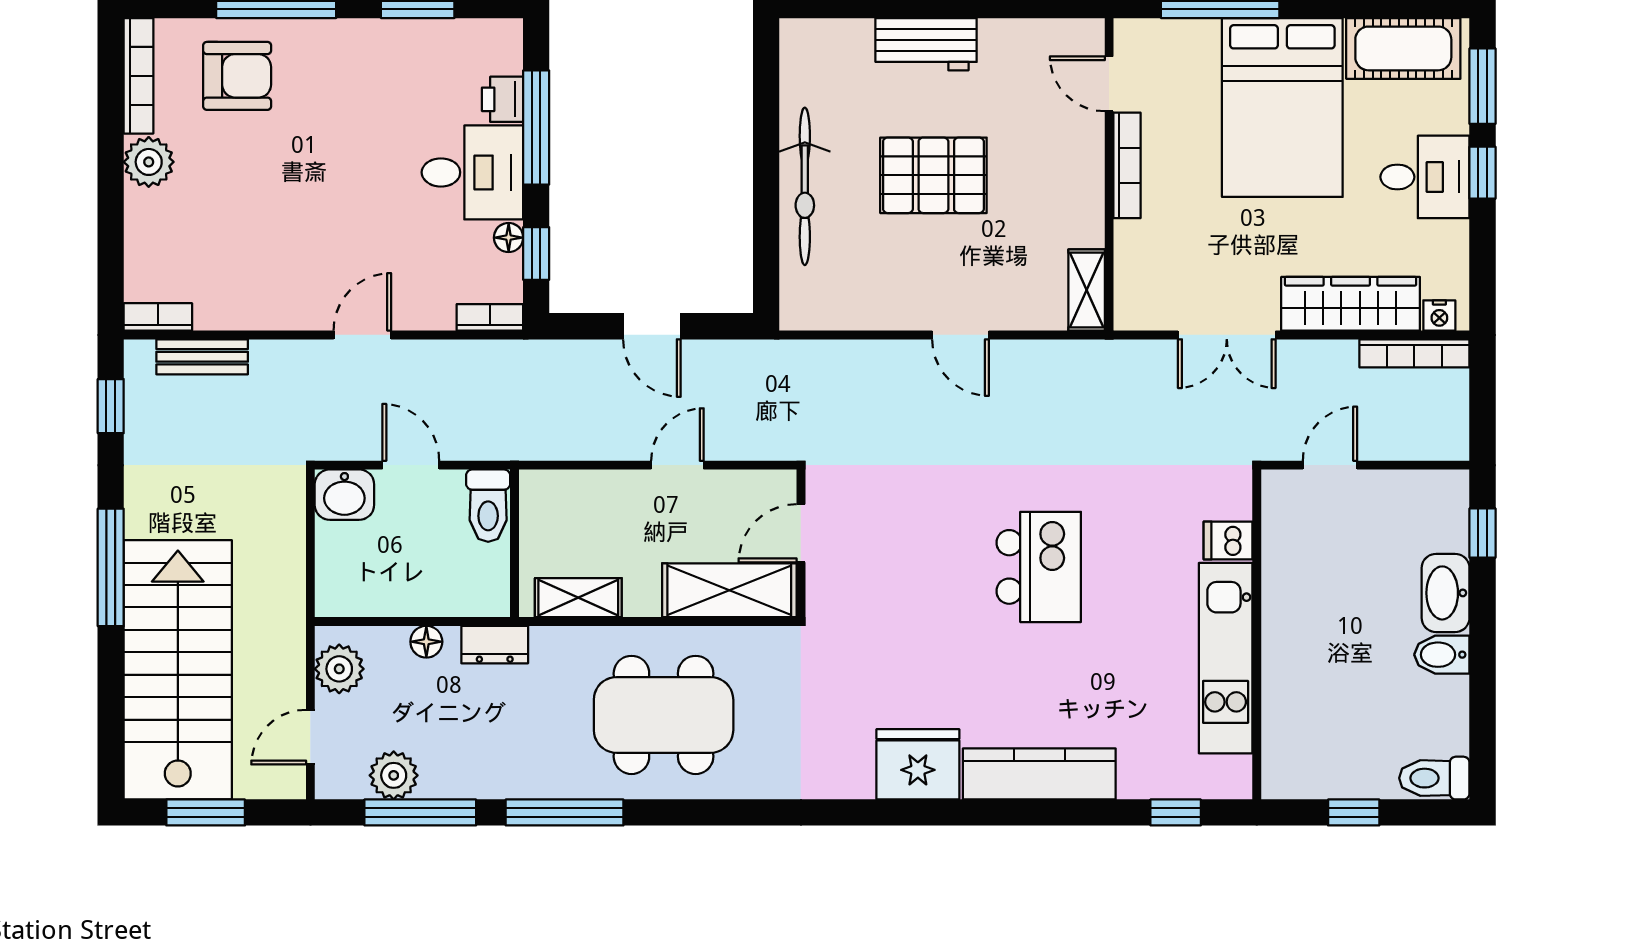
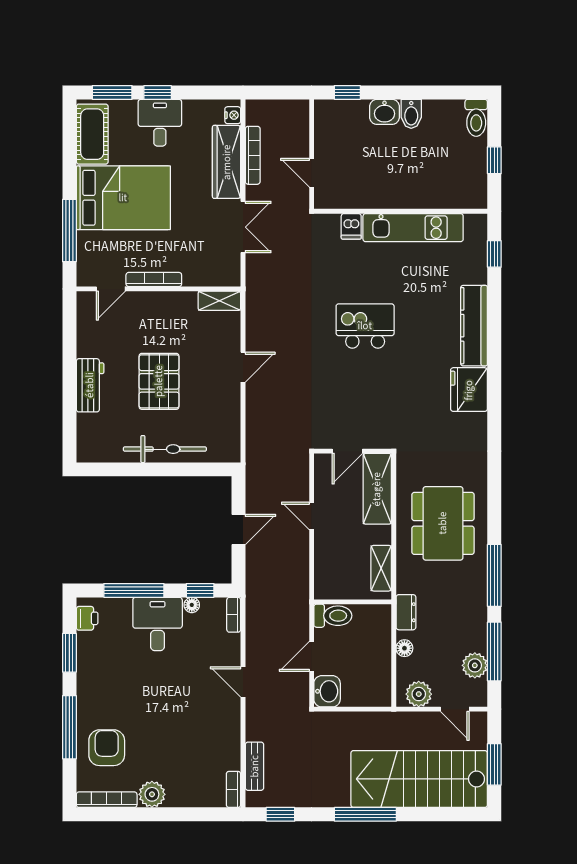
printer: (503, 99) -> (87, 618), moved, turned -90
bookcase: (1414, 353) -> (253, 155), moved
door: (801, 533) -> (347, 451), hinge flipped
washbasin: (1446, 593) -> (384, 112), width x0.72

